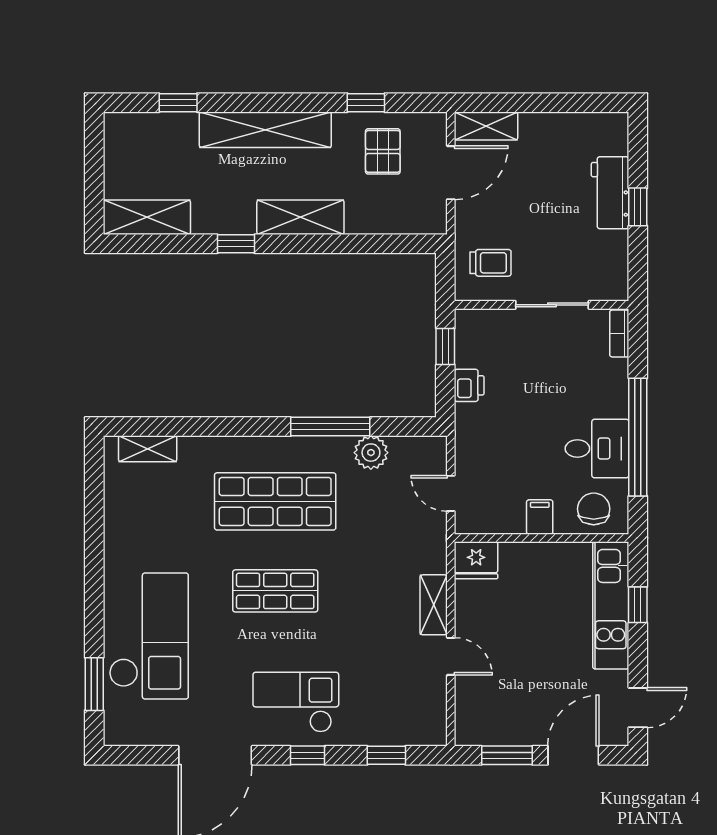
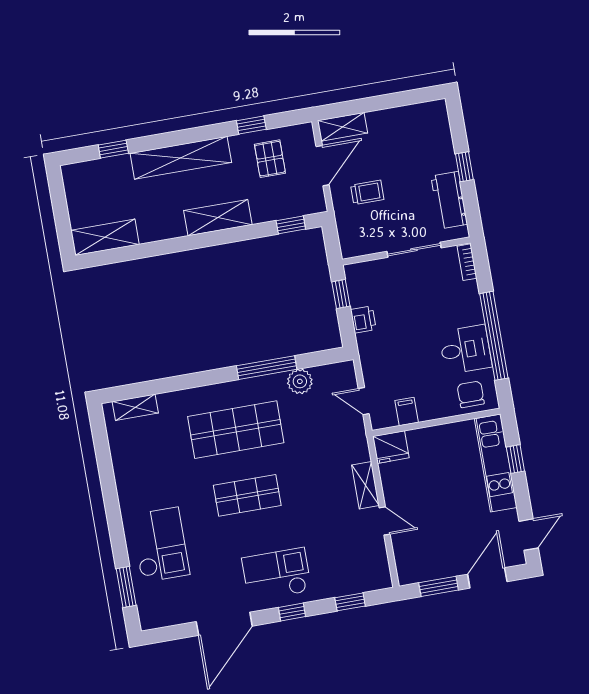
workbench: (610, 193) -> (449, 200), moved
window: (236, 244) -> (291, 225), moved
trolley: (491, 263) -> (367, 192), moved
filing cabinet: (540, 517) -> (407, 412), moved
checkout: (149, 636) -> (160, 545), width x0.73, depth x0.83

